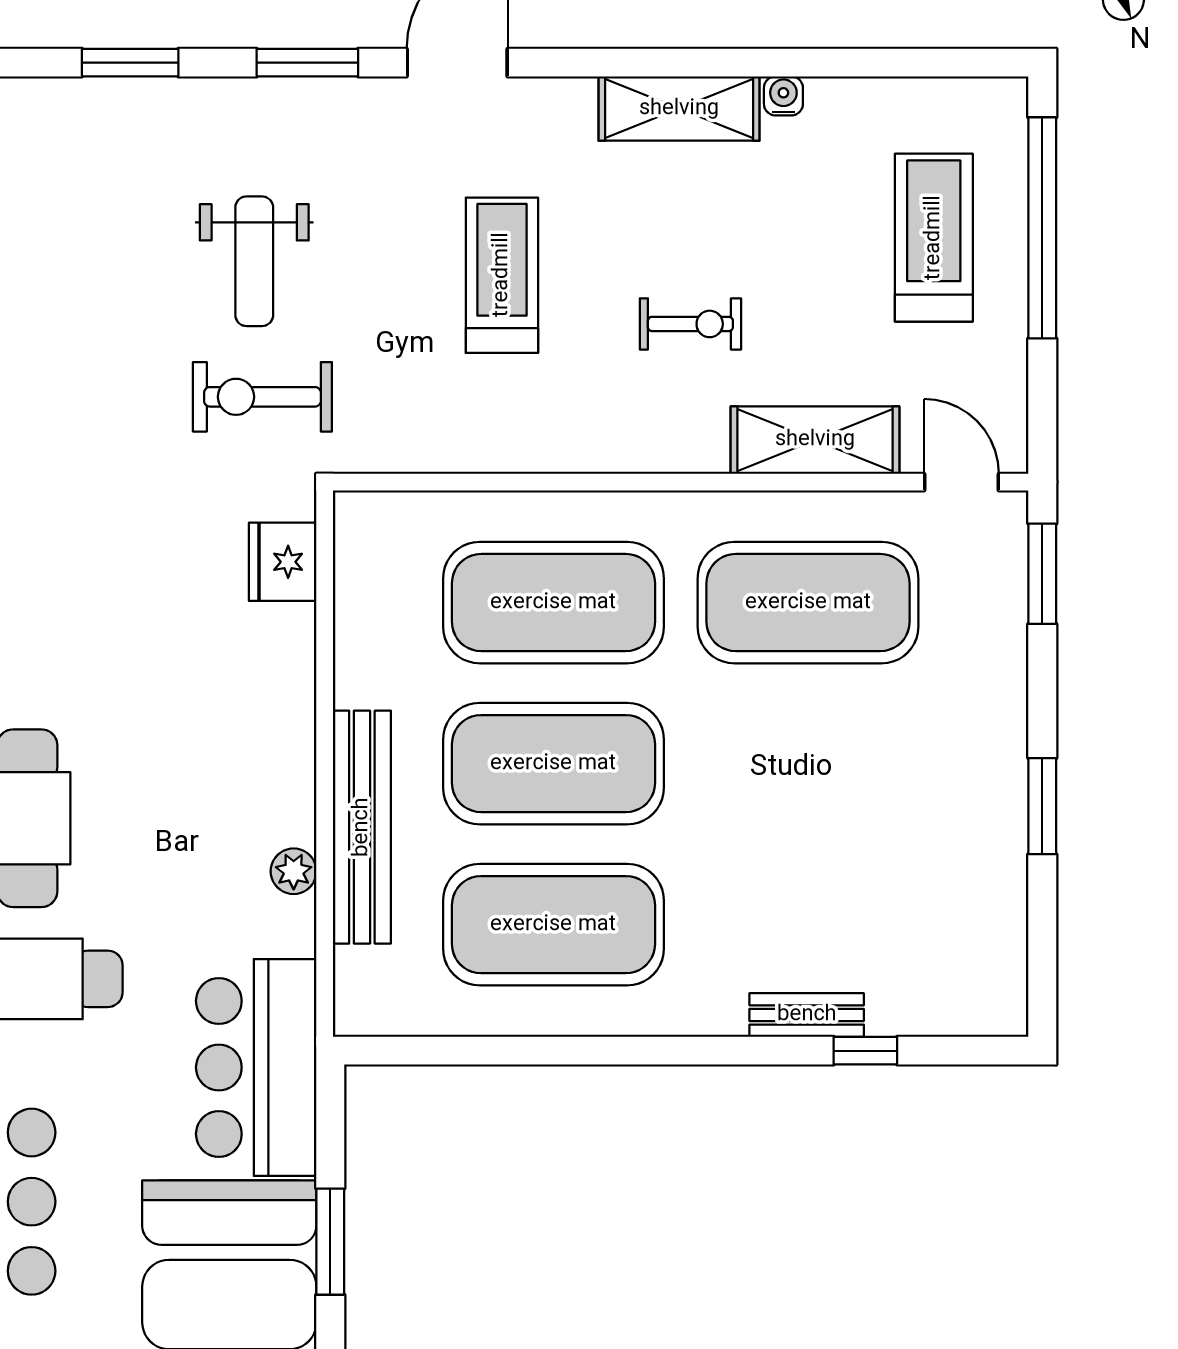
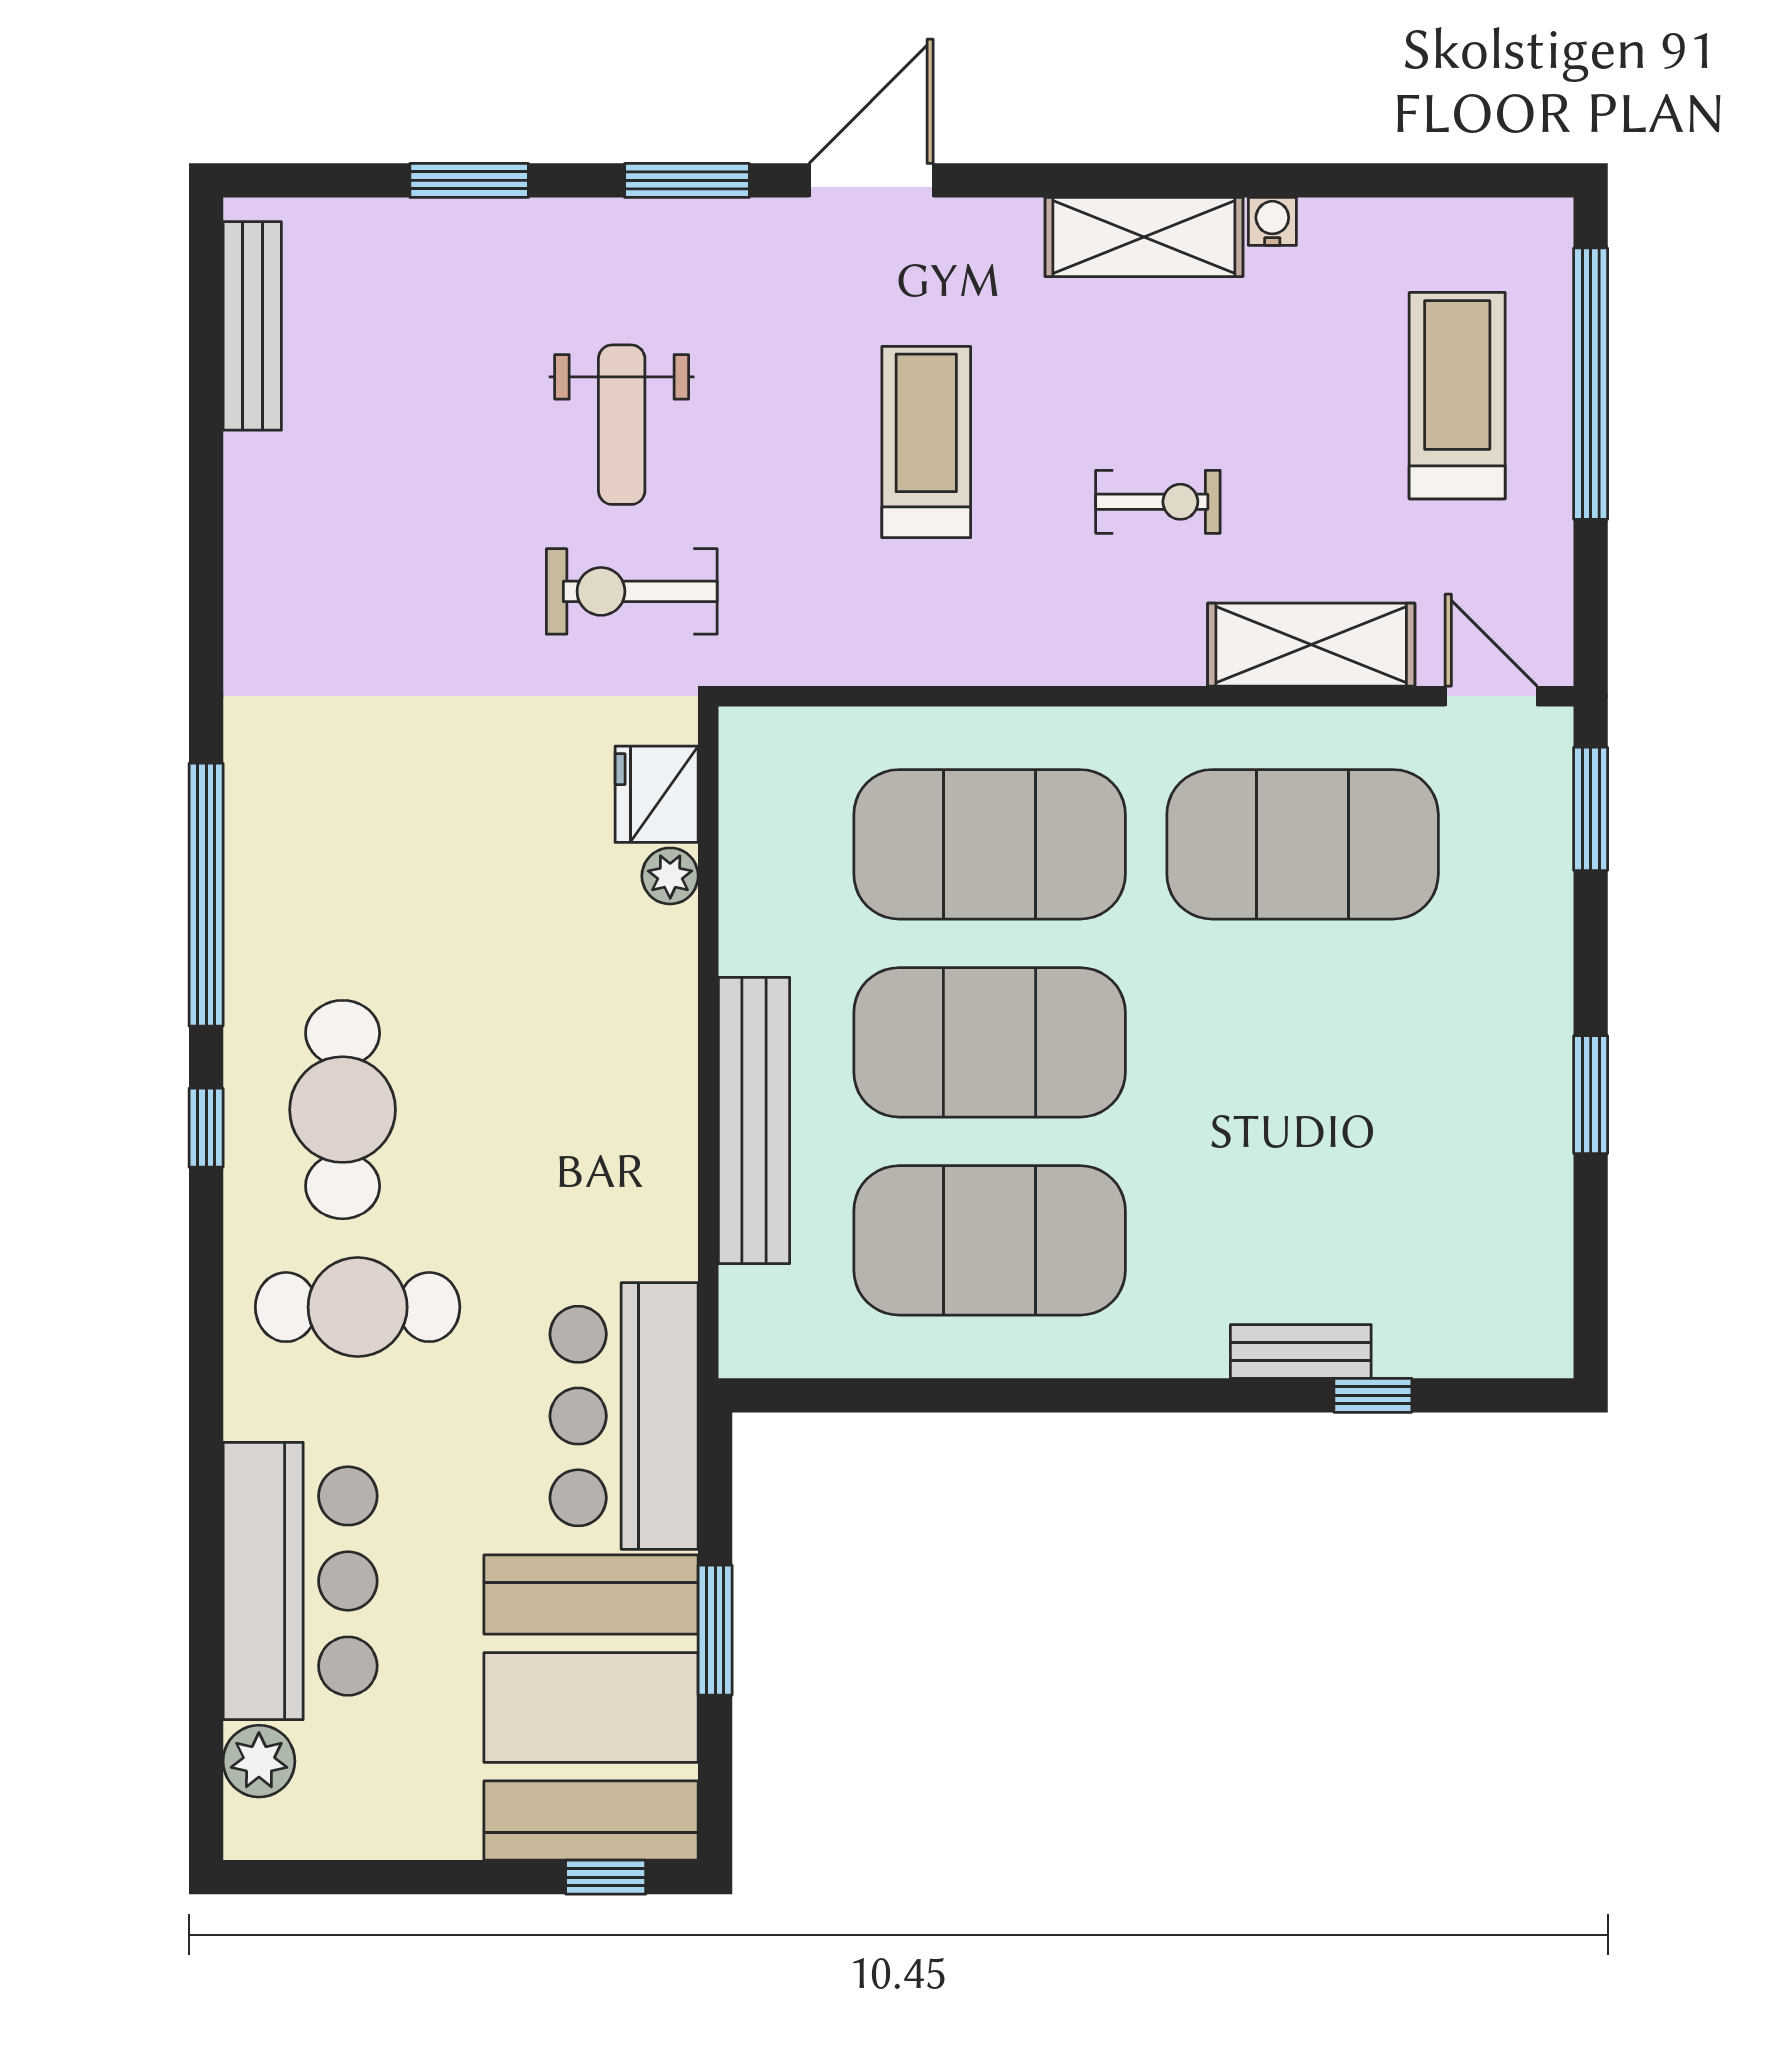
plant: (294, 871) -> (670, 876), moved

